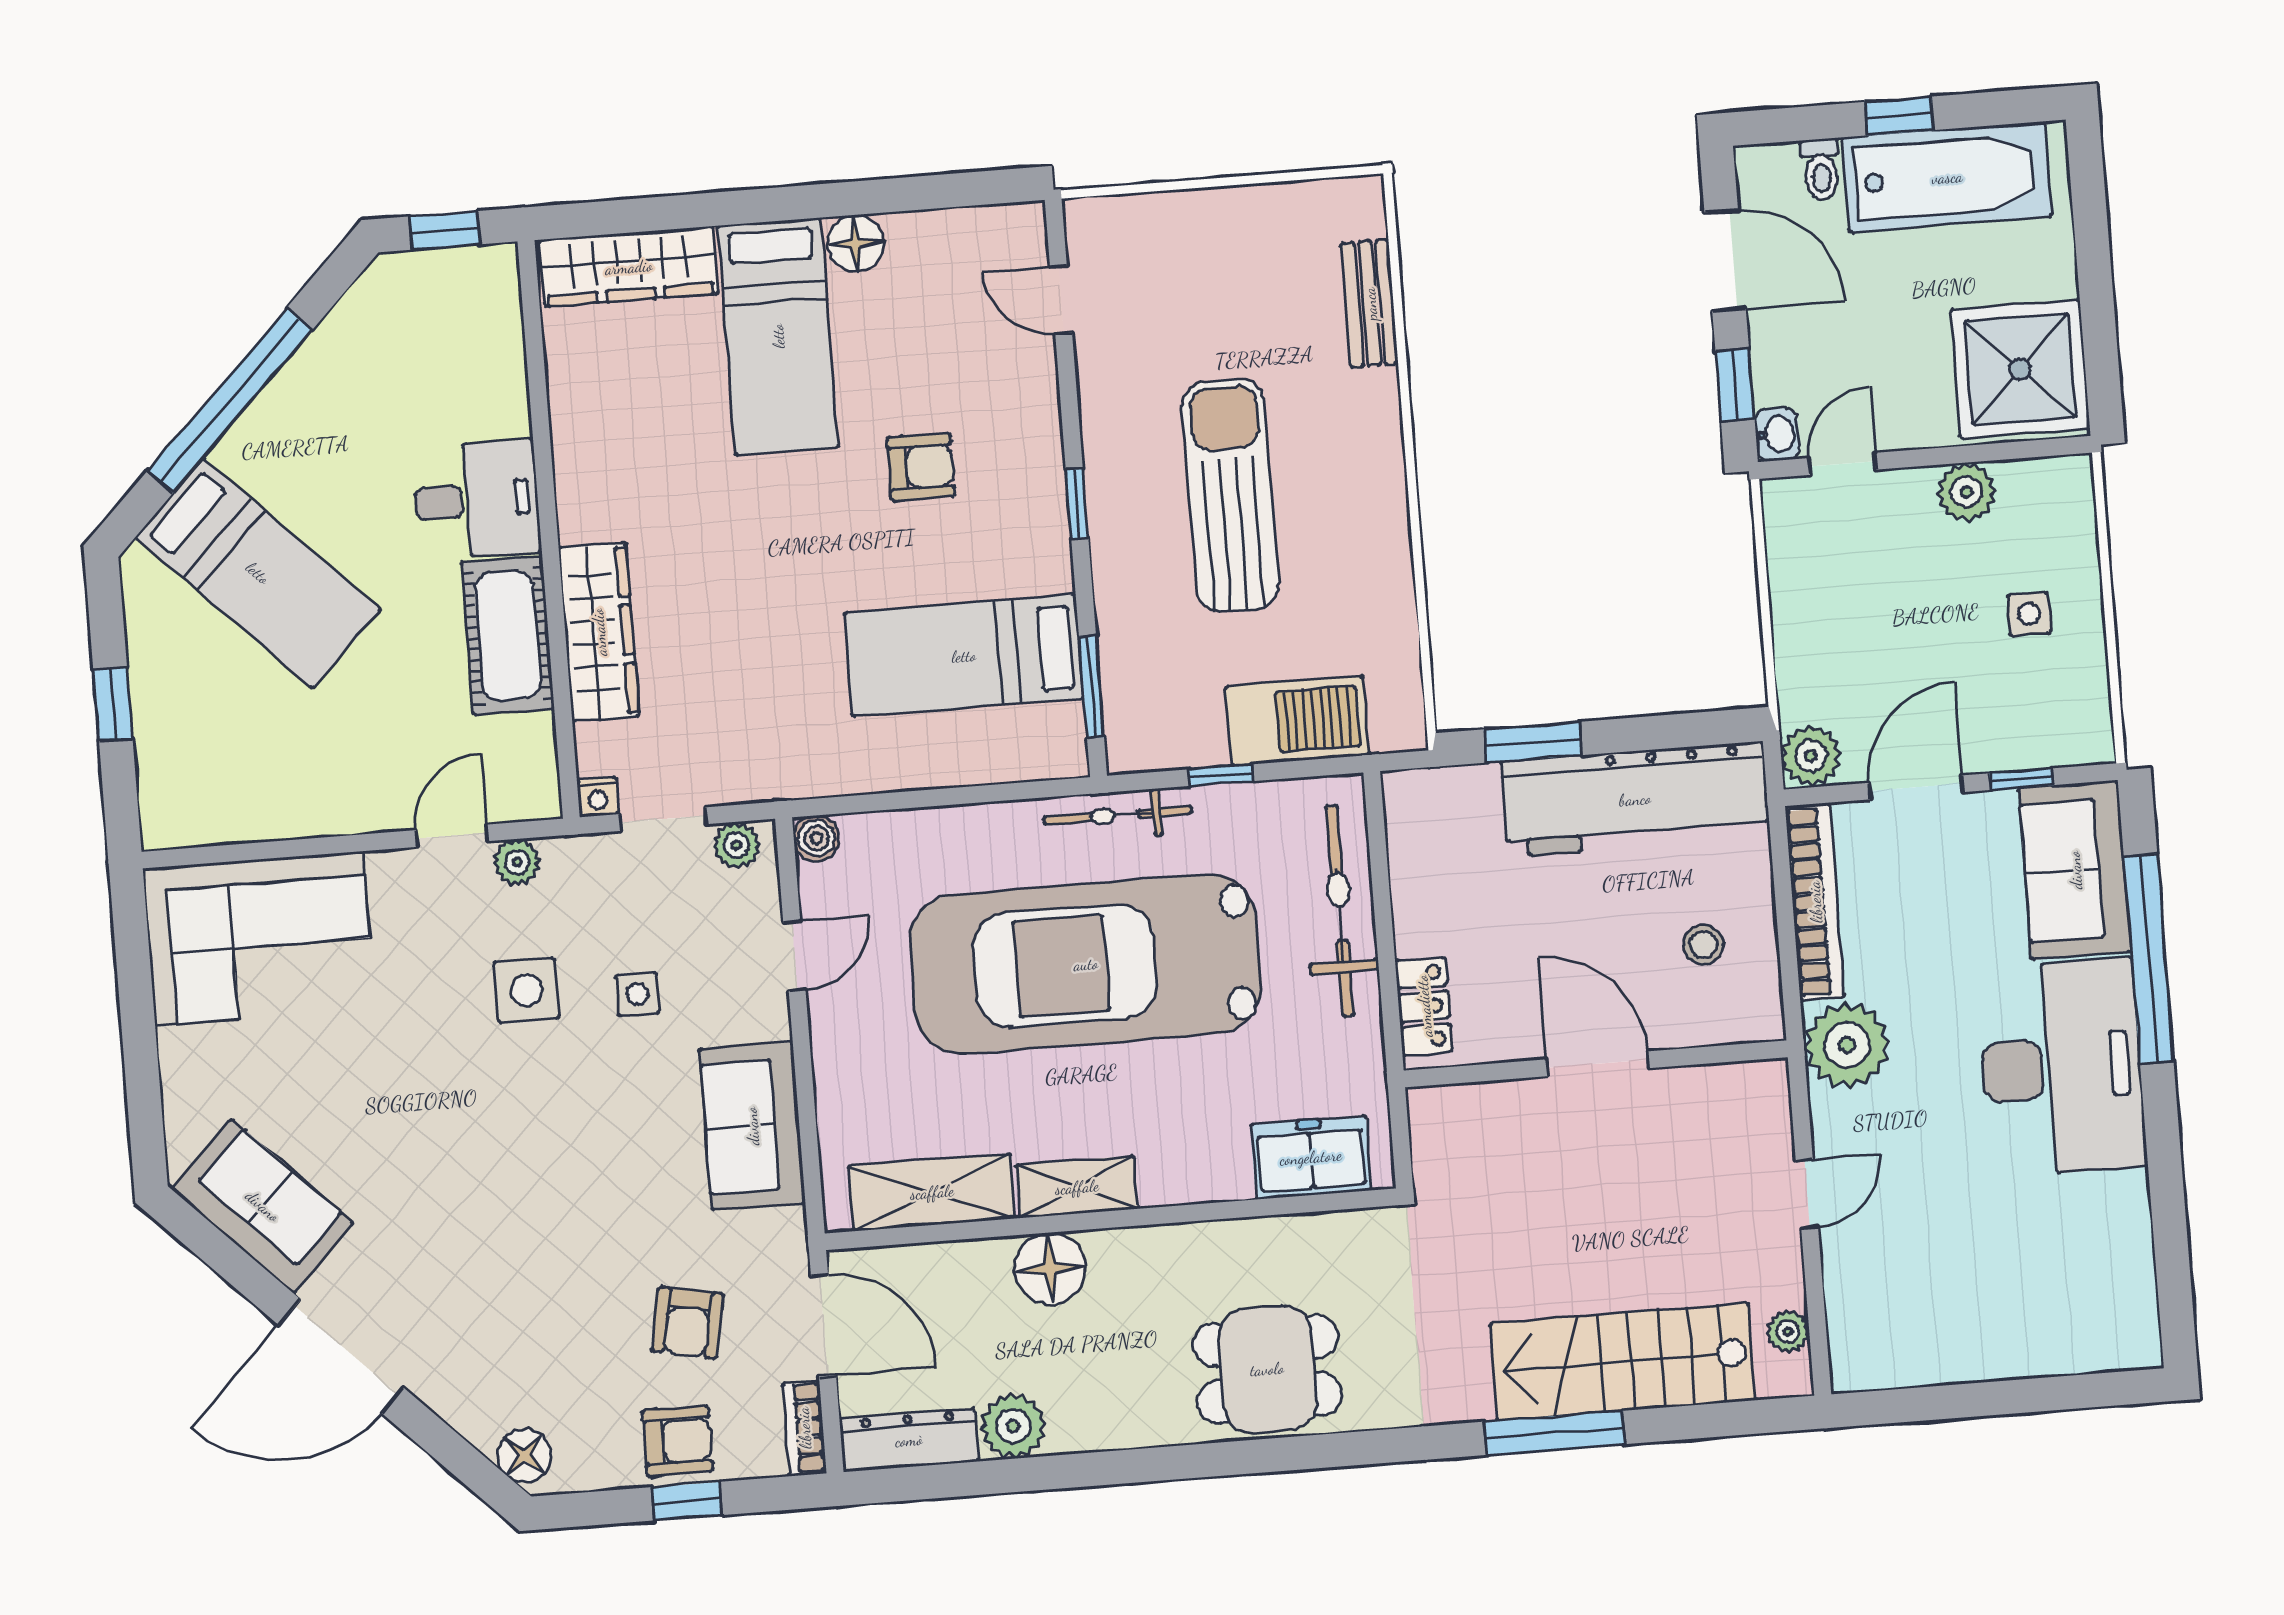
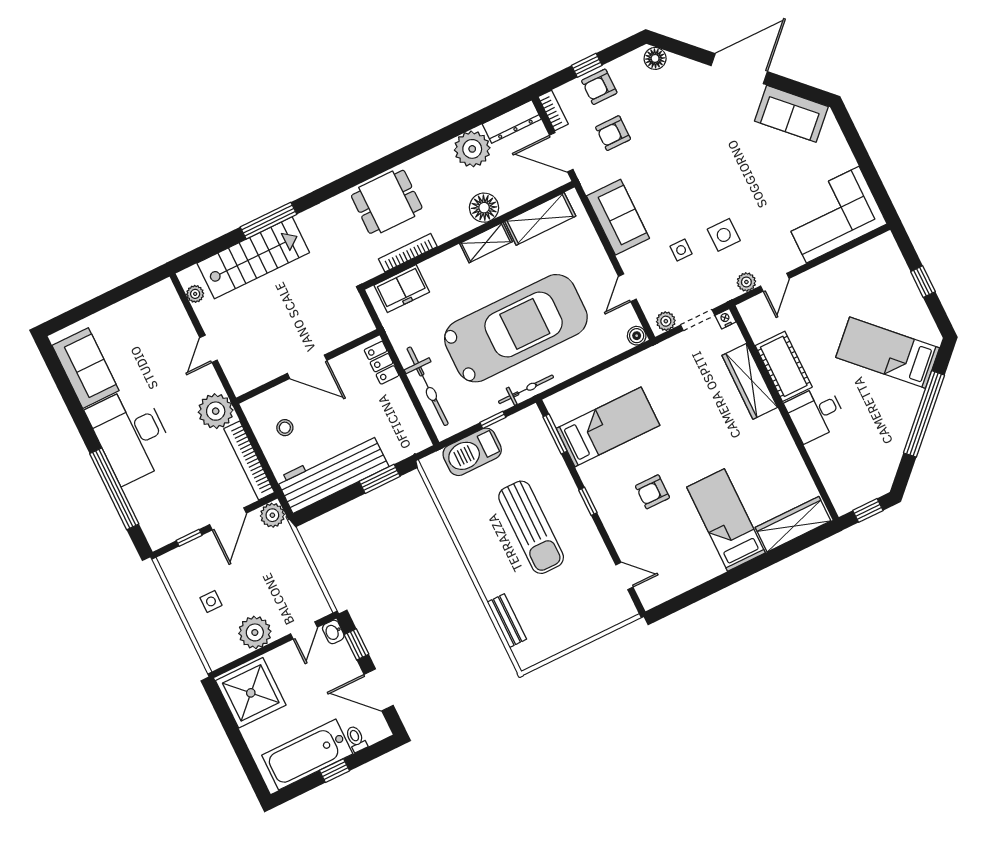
floor lamp: (856, 243) -> (710, 567), removed
plant: (1966, 492) -> (255, 632), width x1.36, depth x1.36
sofa: (2075, 870) -> (86, 368), moved
bookcase: (1265, 1234) -> (408, 253), added
armchair: (688, 1323) -> (613, 133), turned -101
plant: (1013, 1426) -> (472, 149), width x1.36, depth x1.36

